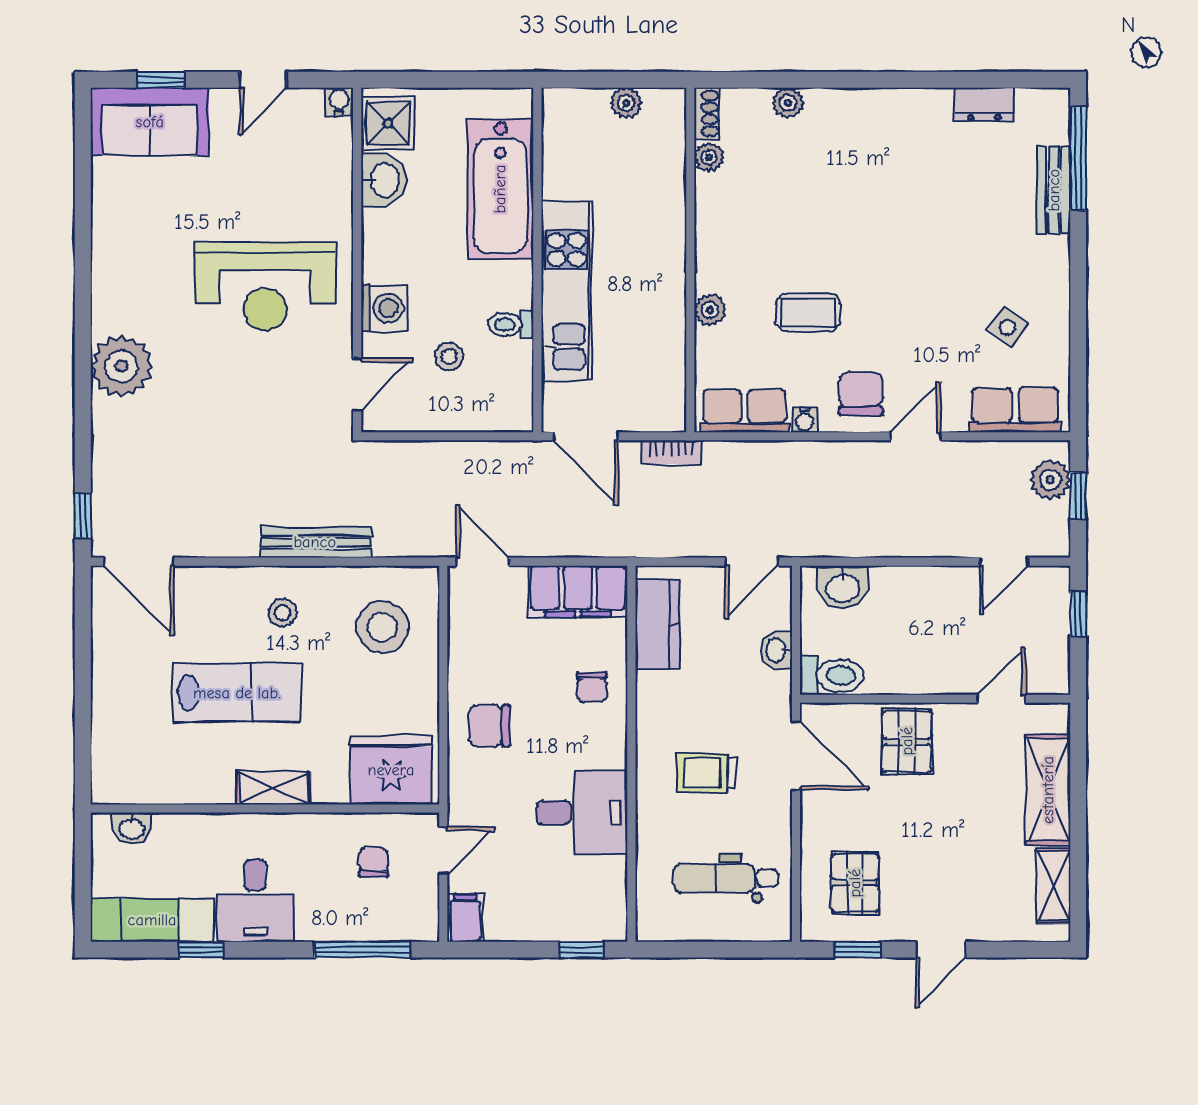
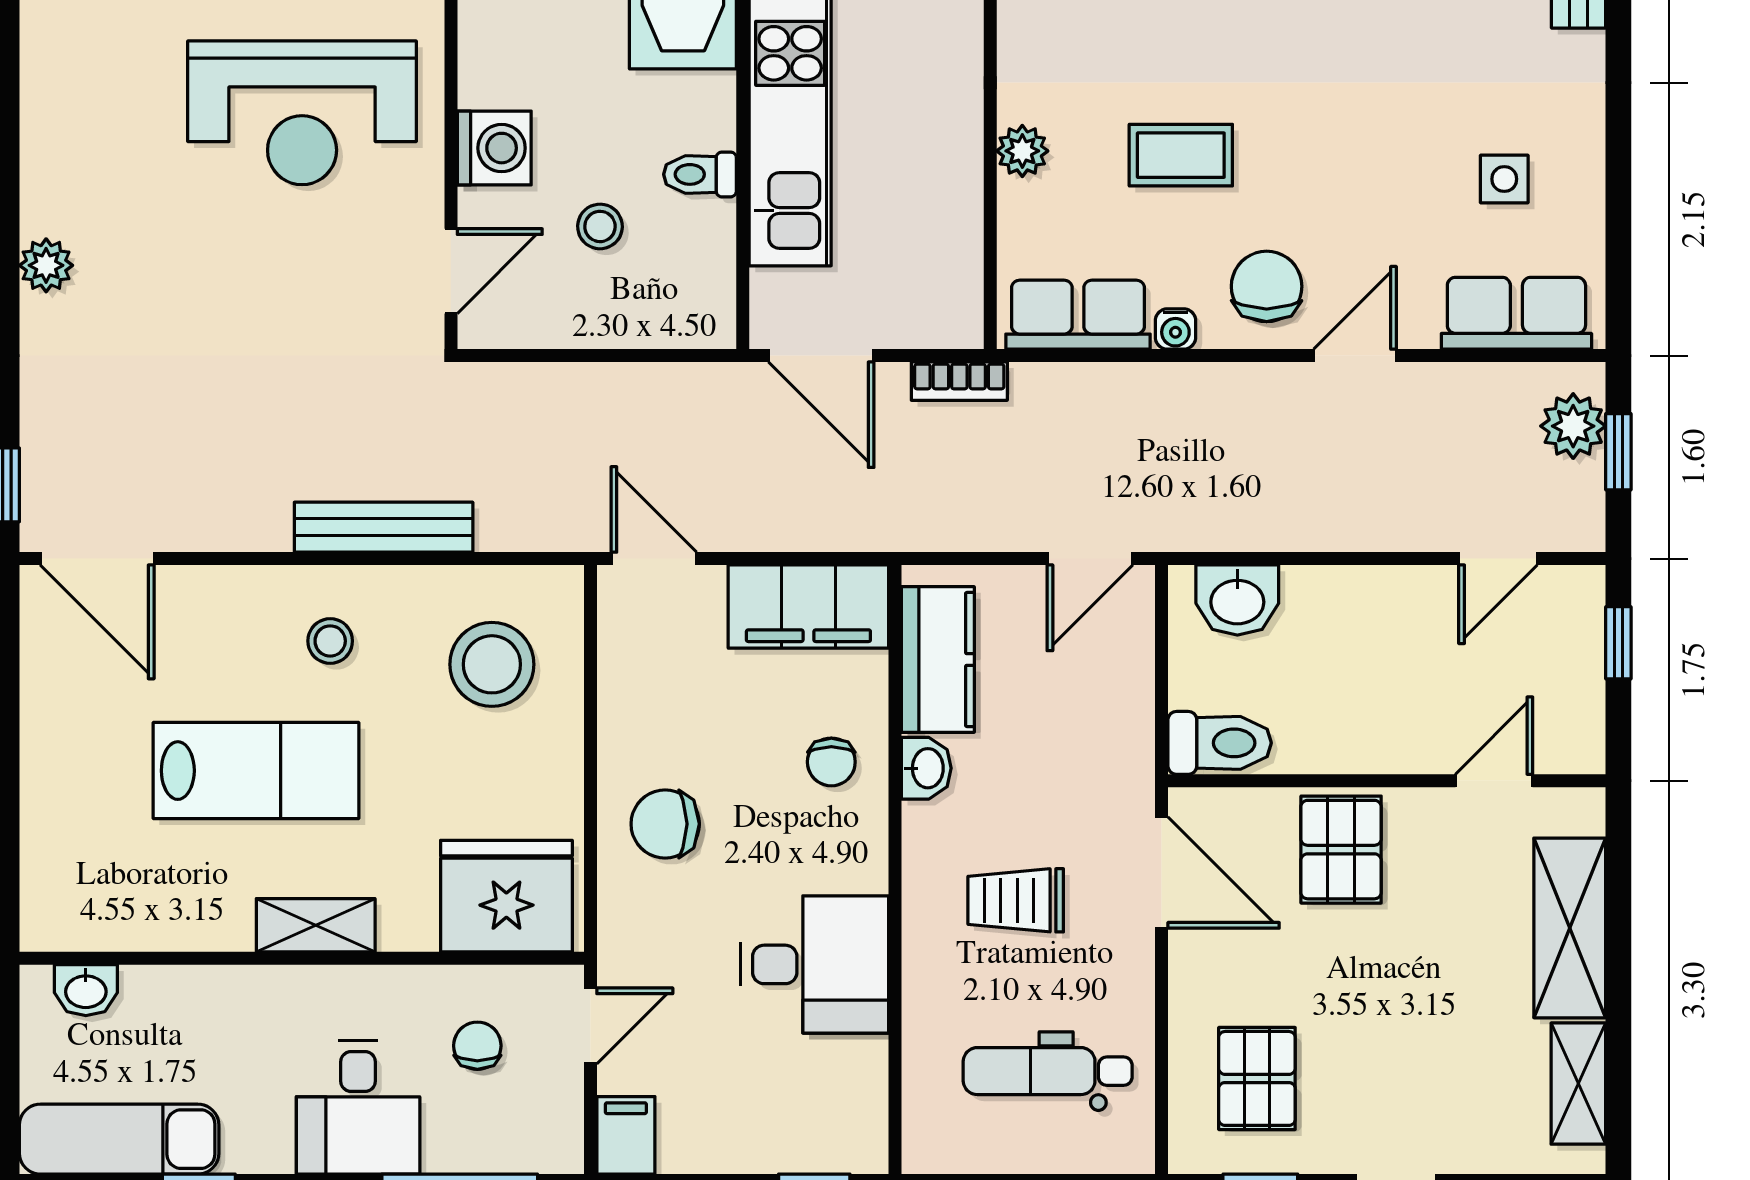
side table: (1008, 327) -> (1504, 179), turned -35
plant: (121, 366) -> (46, 265), width x0.53, depth x0.53
washbasin: (777, 650) -> (926, 768), moved, turned 180
desk: (255, 901) -> (358, 1107), moved

